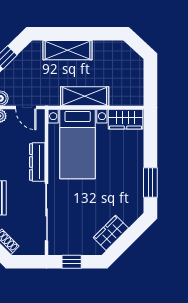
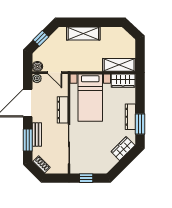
shelving: (85, 96) -> (119, 65), moved
dresser: (136, 172) -> (130, 117), added
wardrobe: (111, 233) -> (123, 148), moved

